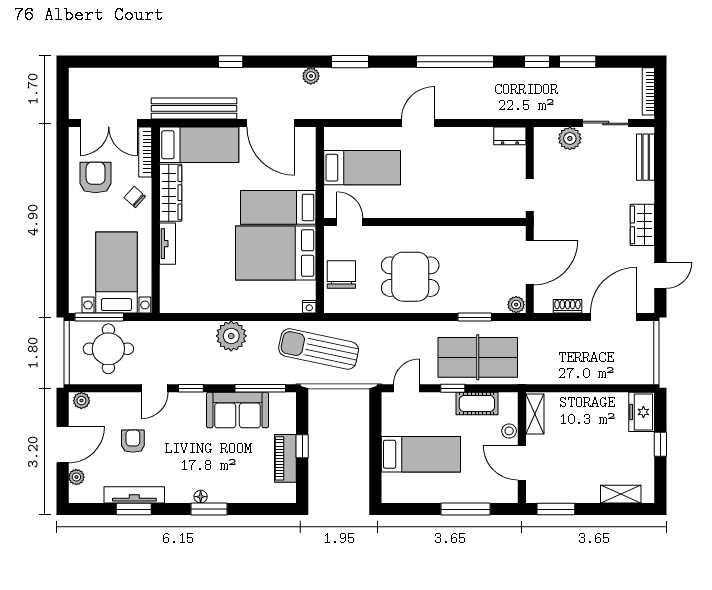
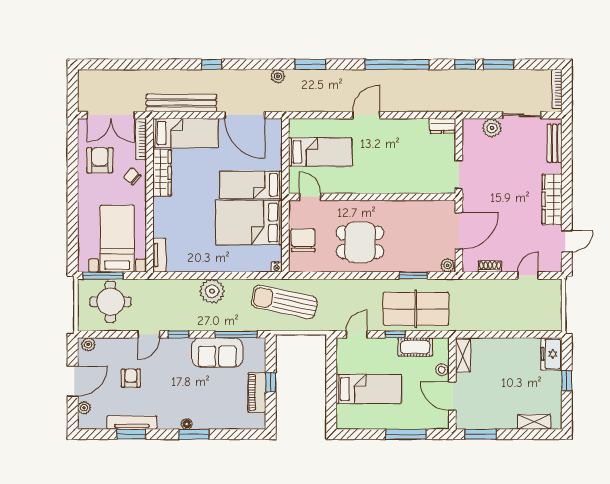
wardrobe: (642, 225) -> (552, 199), width x1.50
tv unit: (167, 244) -> (159, 255), moved
door: (613, 317) -> (528, 276), width x0.53

